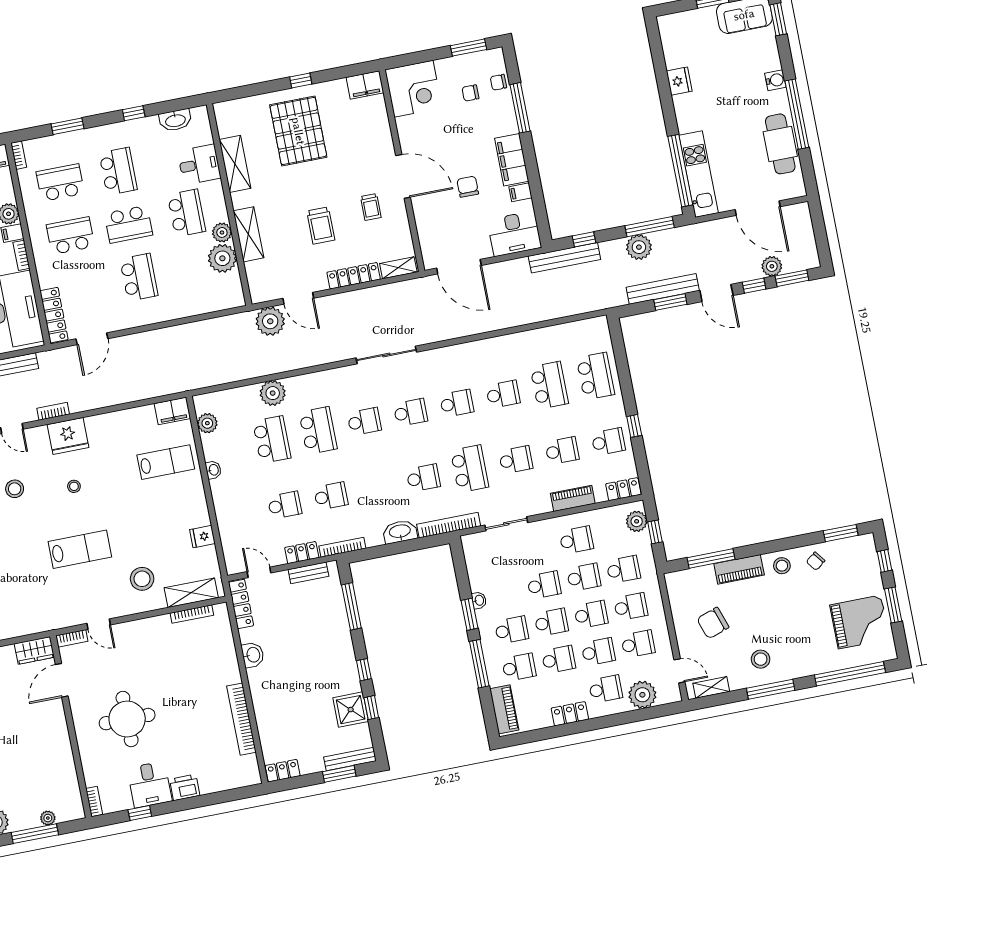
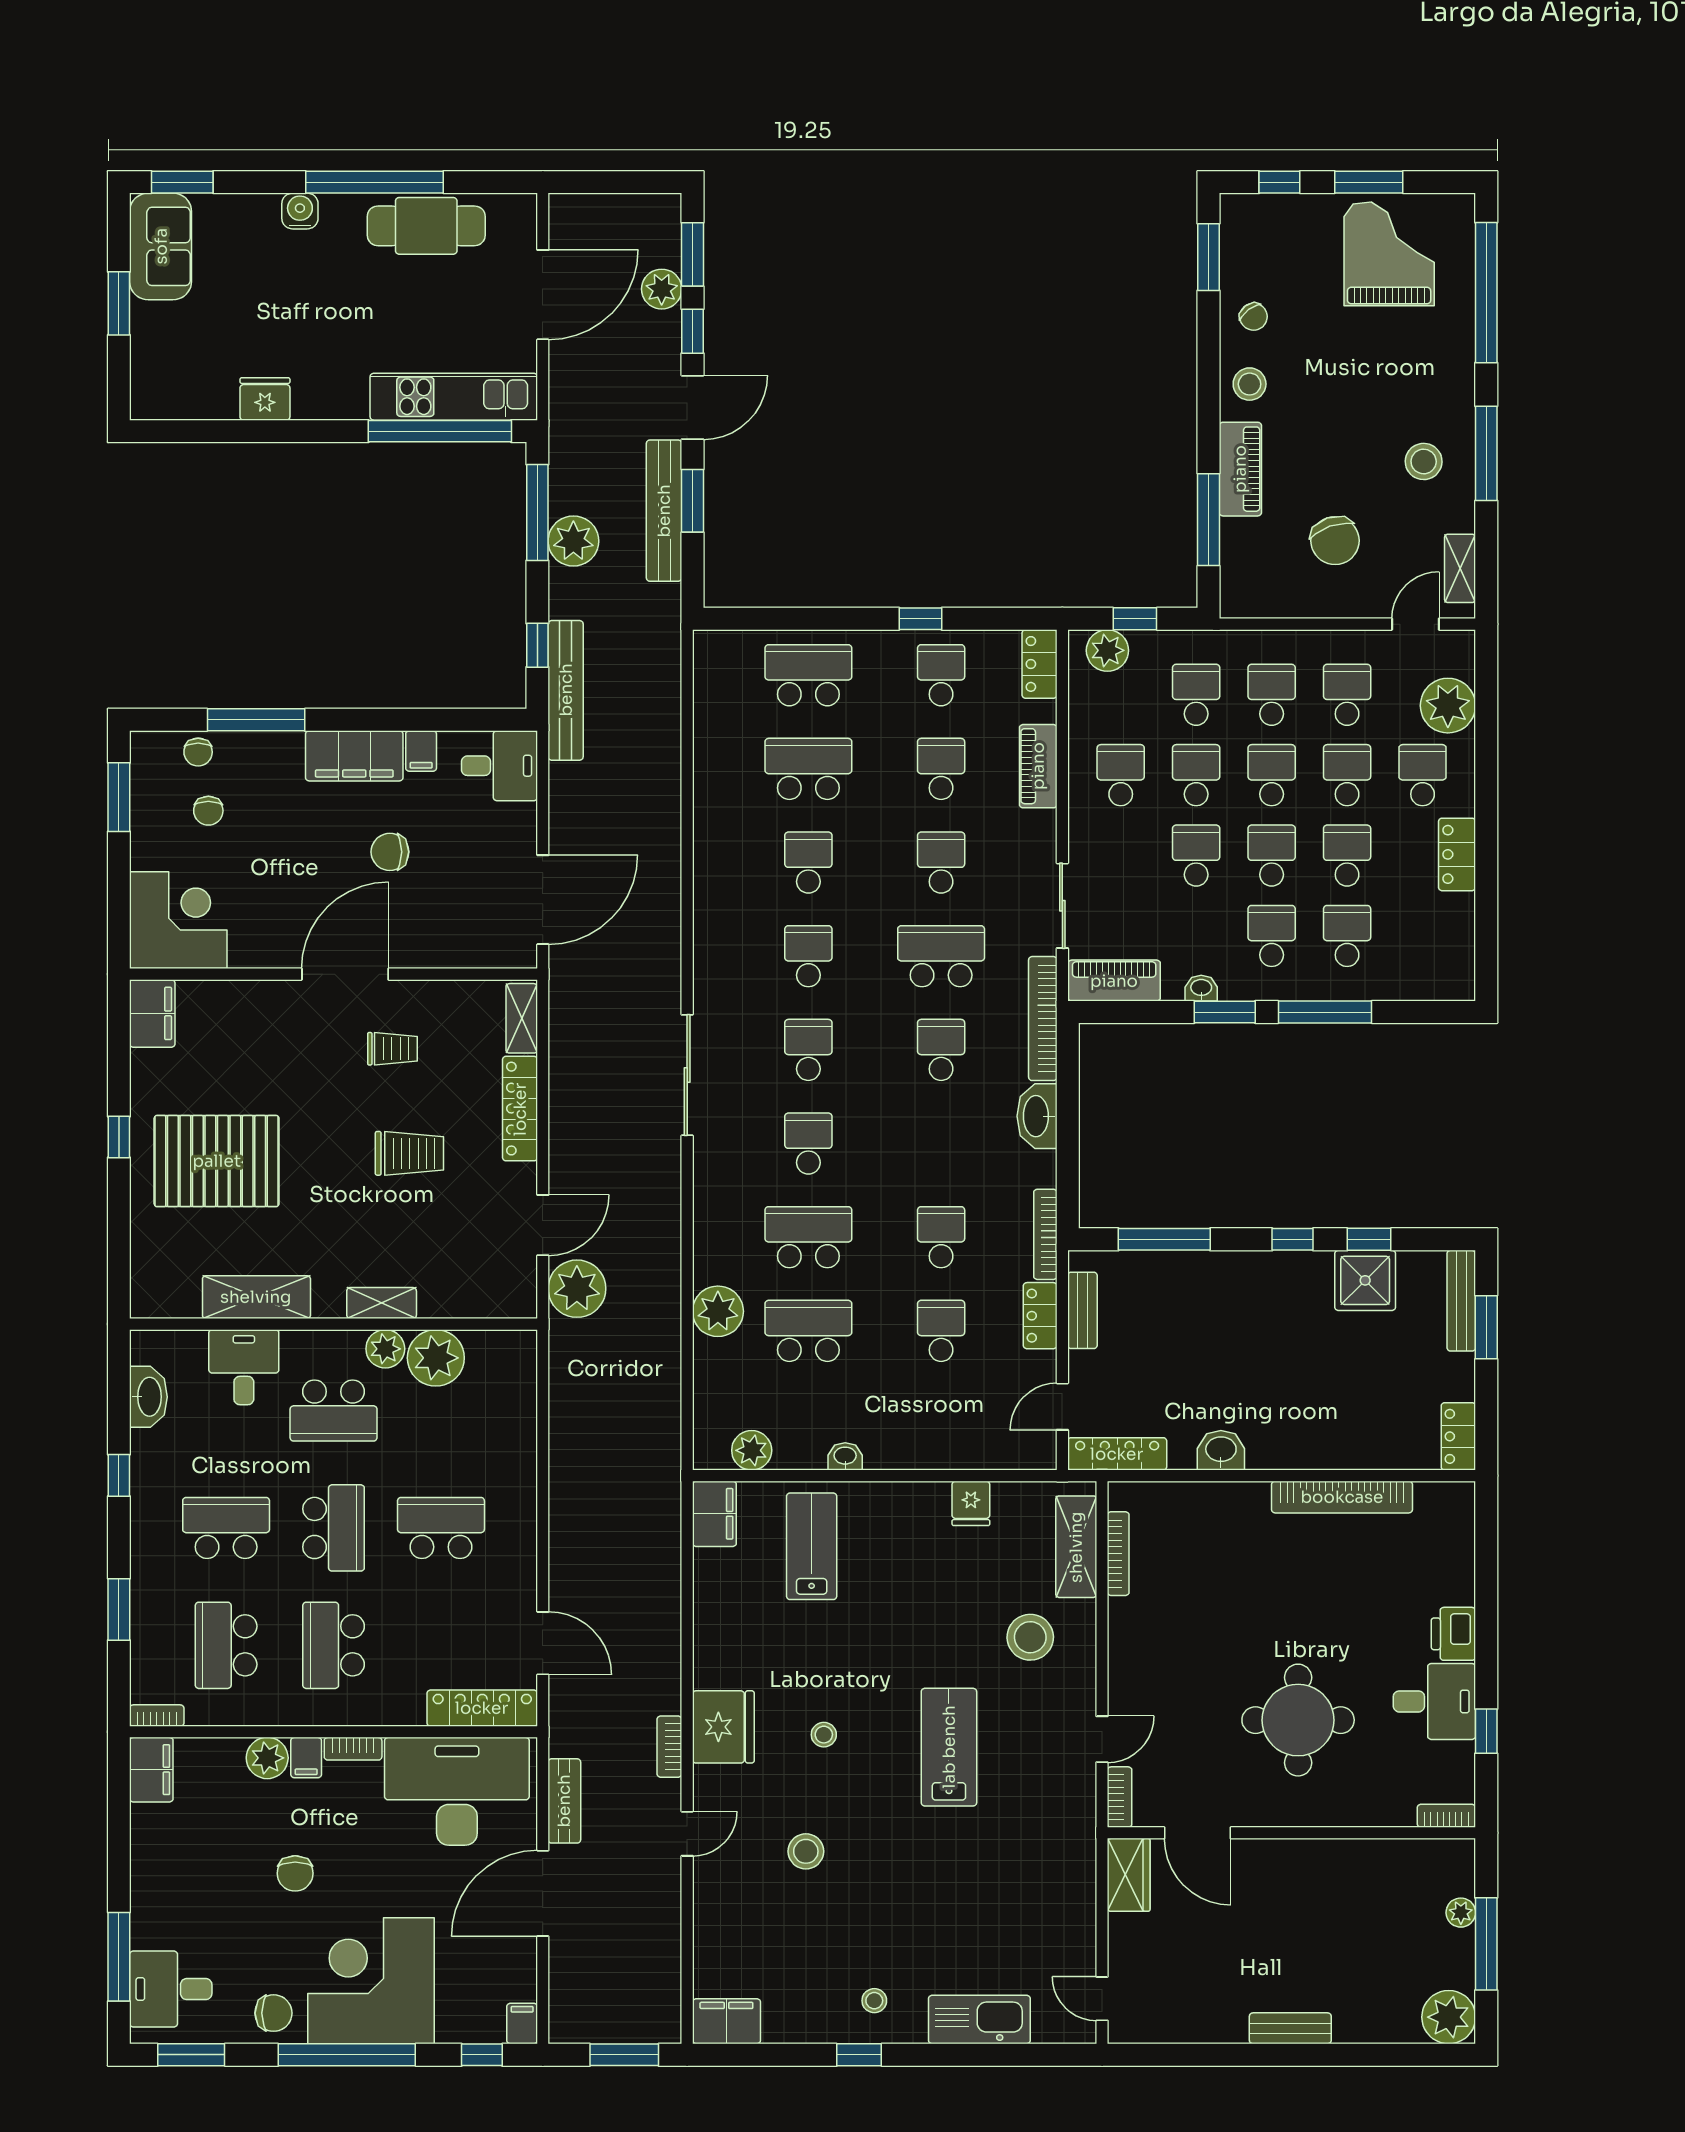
school desk: (186, 213) -> (334, 1411), turned 180
shelving: (248, 234) -> (382, 1303), width x0.67, depth x0.75
desk: (514, 234) -> (499, 766), width x0.73
piano: (504, 709) -> (1114, 981), moved

